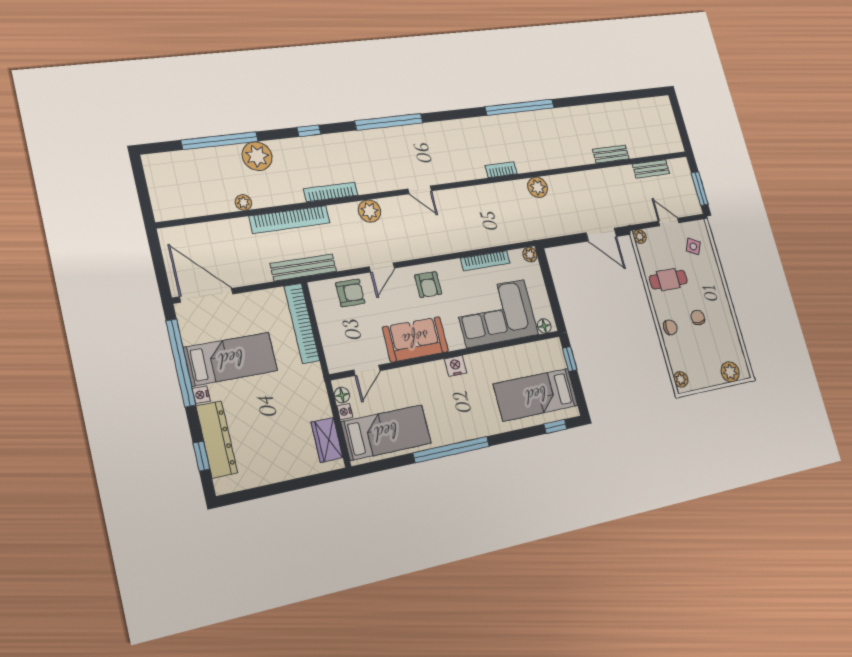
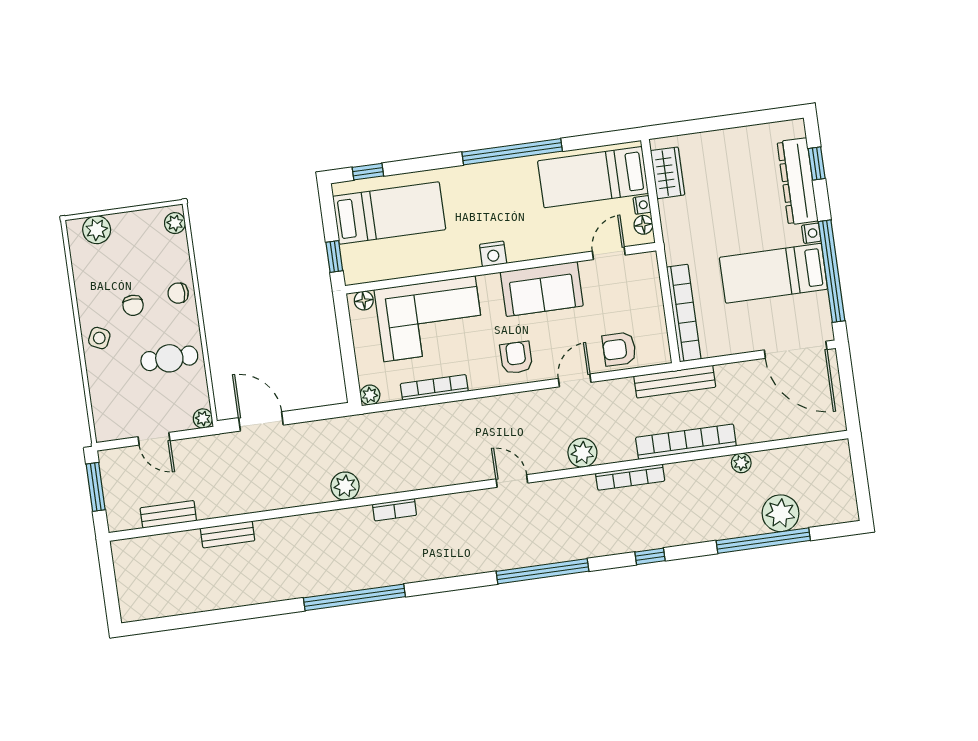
plant: (257, 156) -> (781, 513), moved
side table: (693, 246) -> (99, 338), moved

